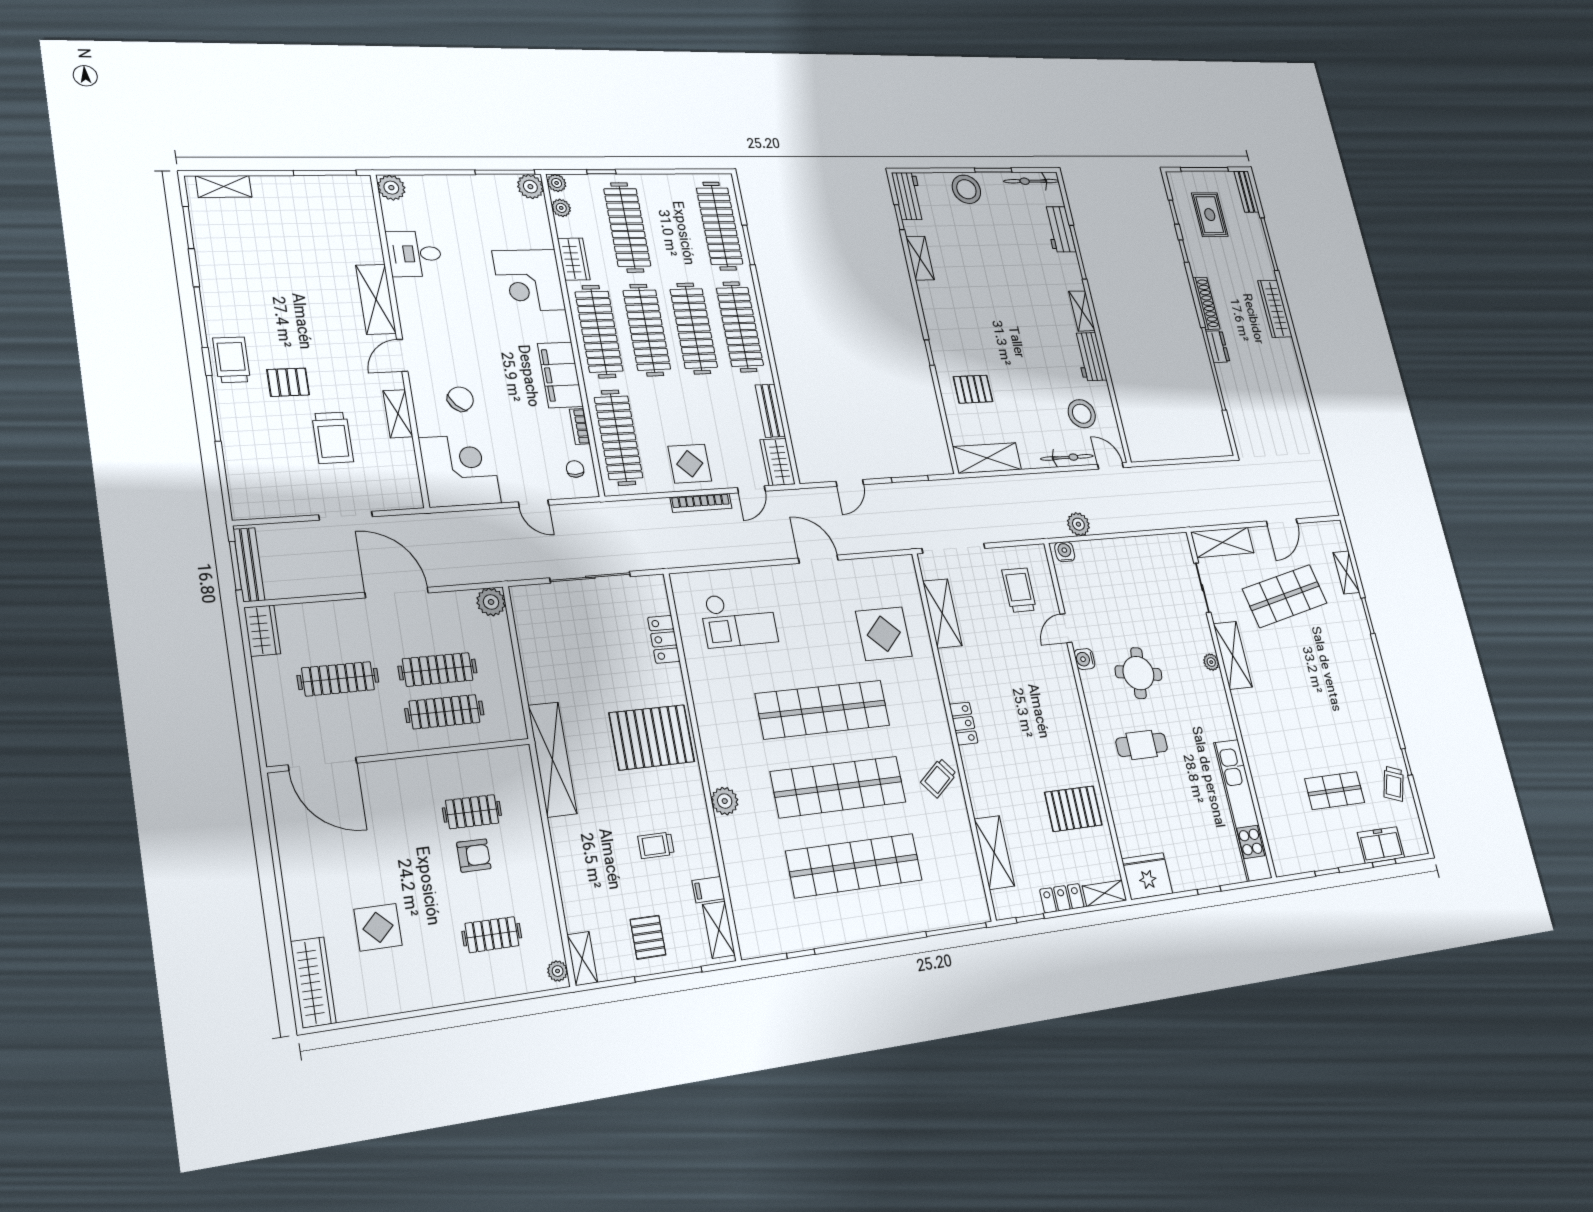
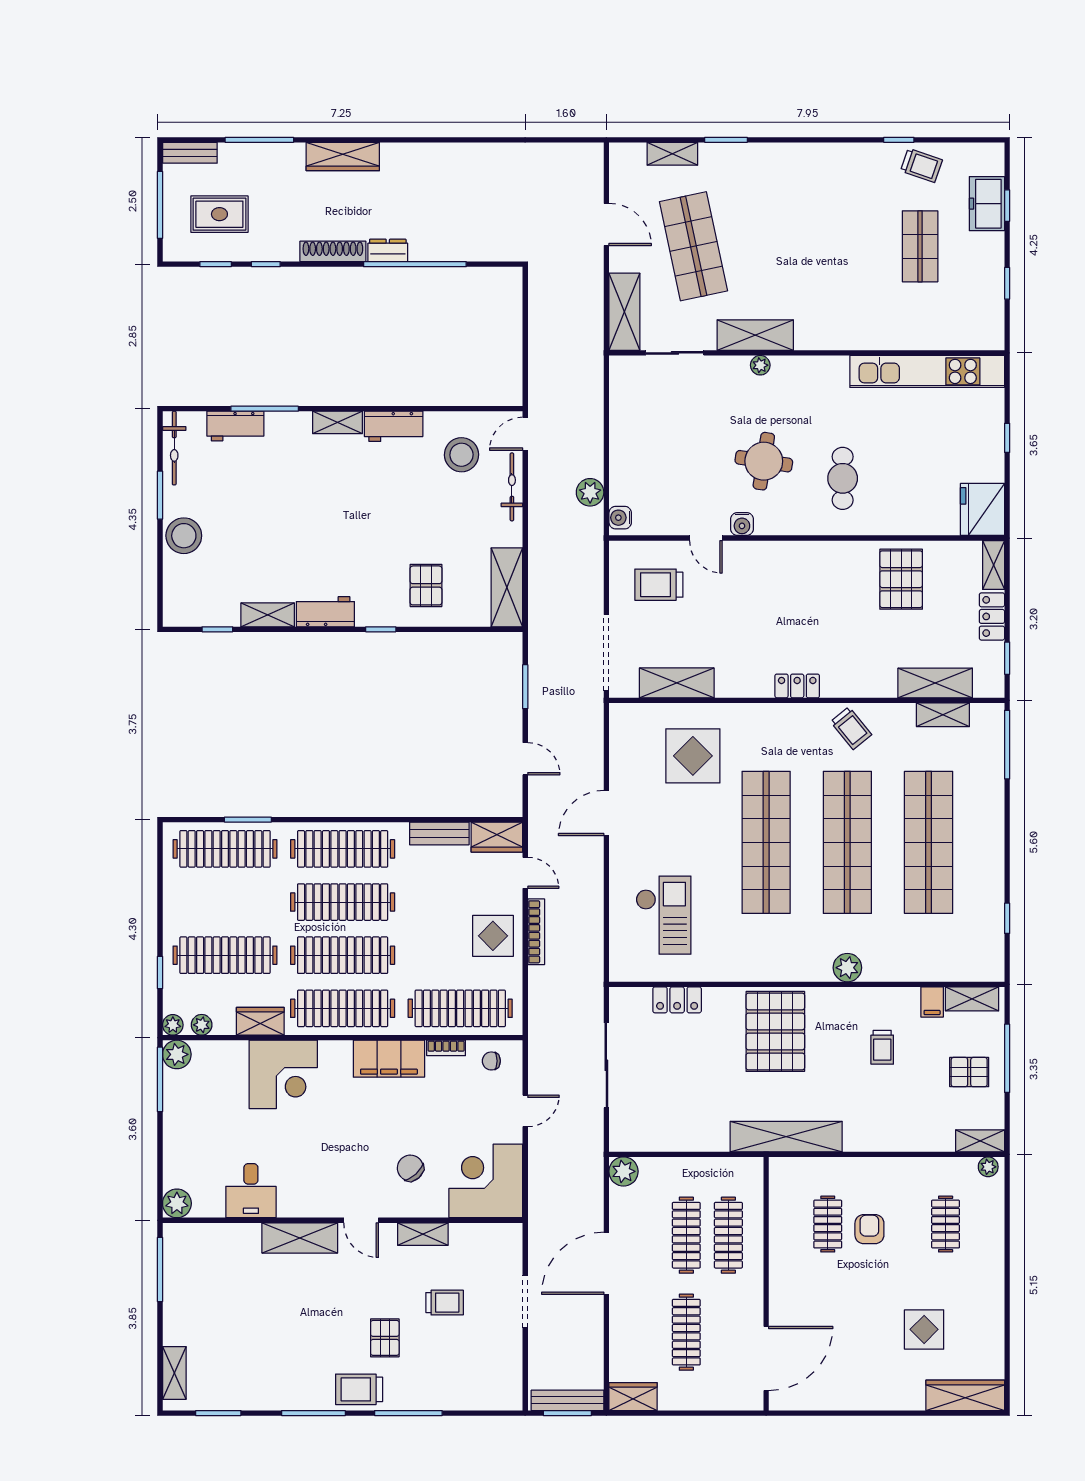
workbench: (908, 196) -> (325, 612), moved
trolley: (333, 438) -> (445, 1303), width x0.73, depth x0.72
shelving: (969, 864) -> (943, 715), added

